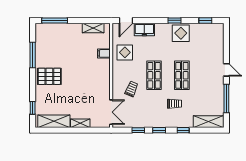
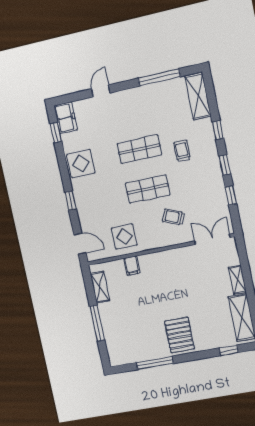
window: (55, 20) -> (97, 323), moved
window: (175, 20) -> (71, 200), moved
freezer: (144, 30) -> (66, 118), moved
door: (226, 70) -> (101, 91), moved

